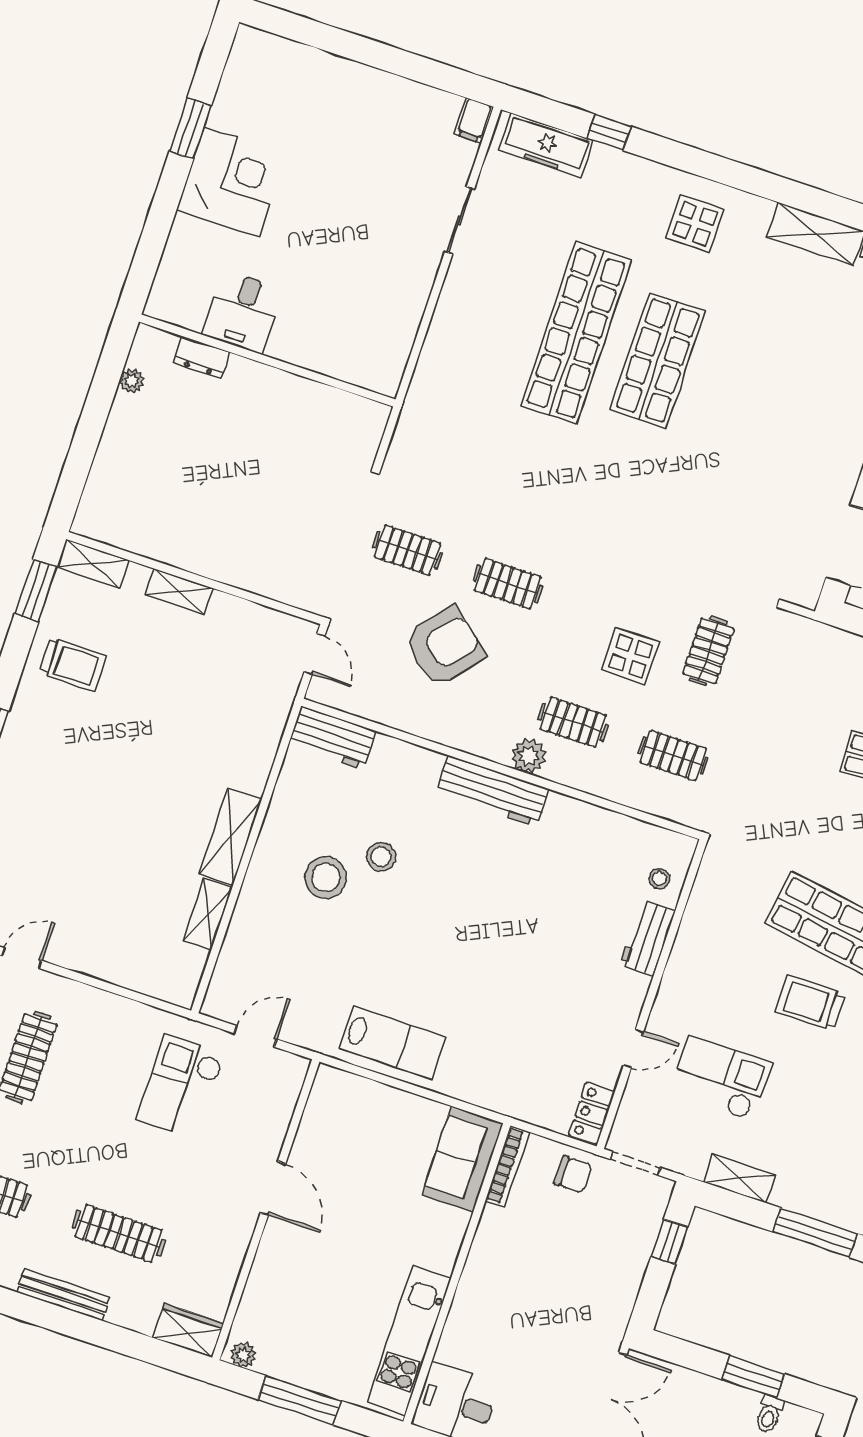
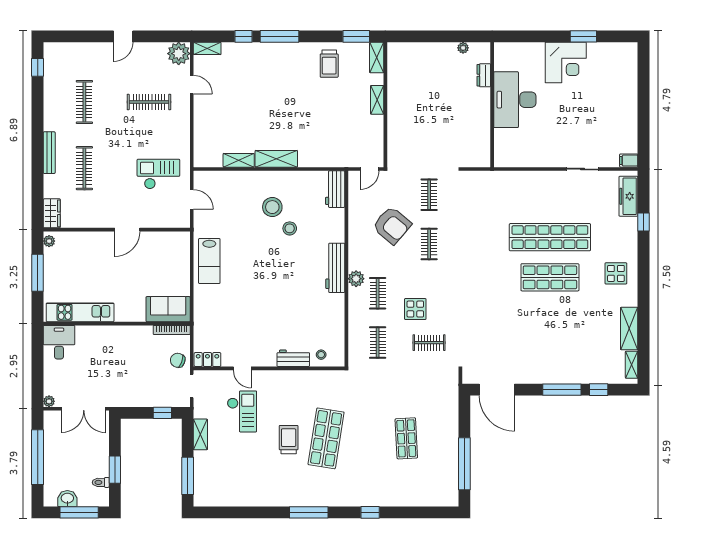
desk: (242, 312) -> (515, 100), width x1.87, depth x1.30
chair: (573, 1174) -> (178, 360), turned 110

